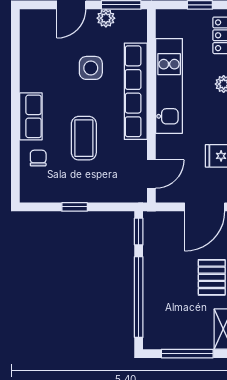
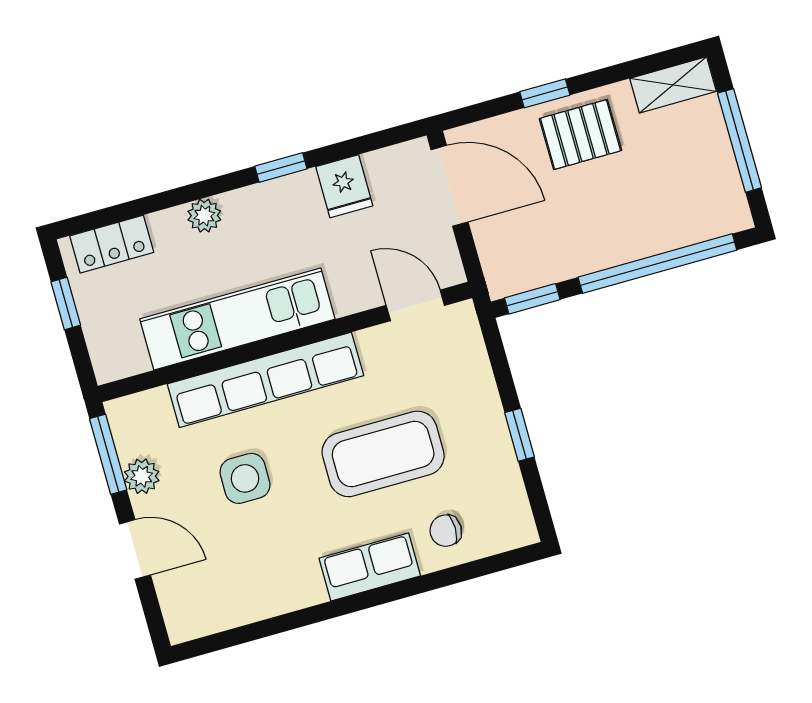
coffee table: (84, 138) -> (383, 454), width x1.36, depth x1.32

